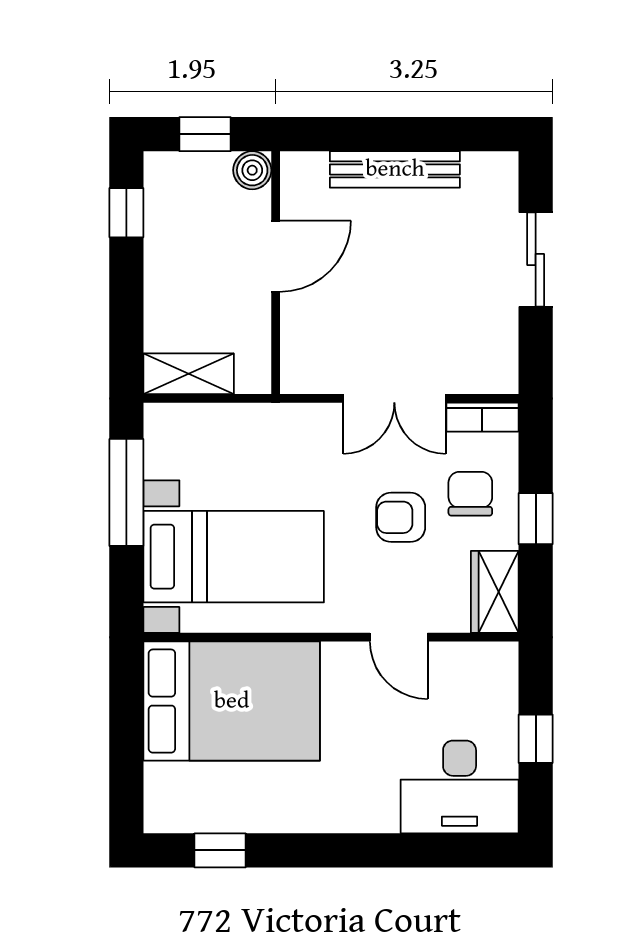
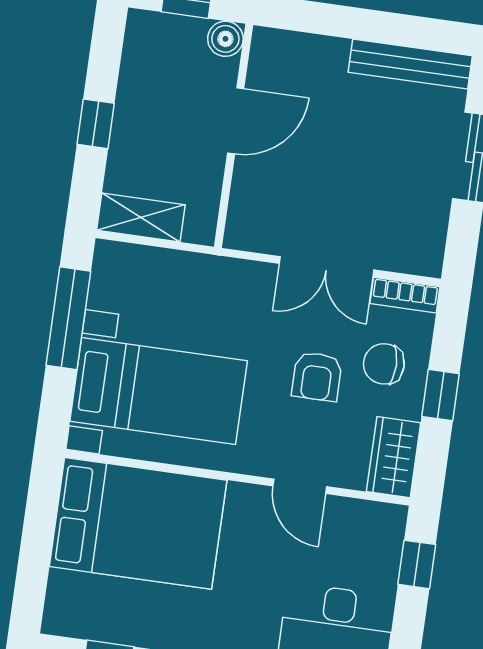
bench: (395, 169) -> (410, 64), moved
window: (126, 213) -> (96, 124), moved
chair: (470, 494) -> (384, 364), turned -90
armchair: (401, 517) -> (317, 377), turned -90
window: (536, 739) -> (417, 564), moved

